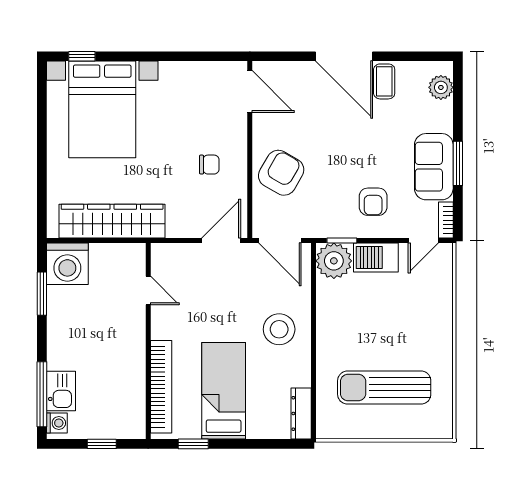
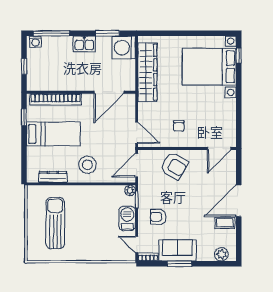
plant: (334, 261) -> (130, 190), width x0.53, depth x0.53
door: (148, 290) -> (109, 92), width x1.87
kitchen sink: (61, 391) -> (84, 44), moved
dresser: (301, 413) -> (53, 177), moved

